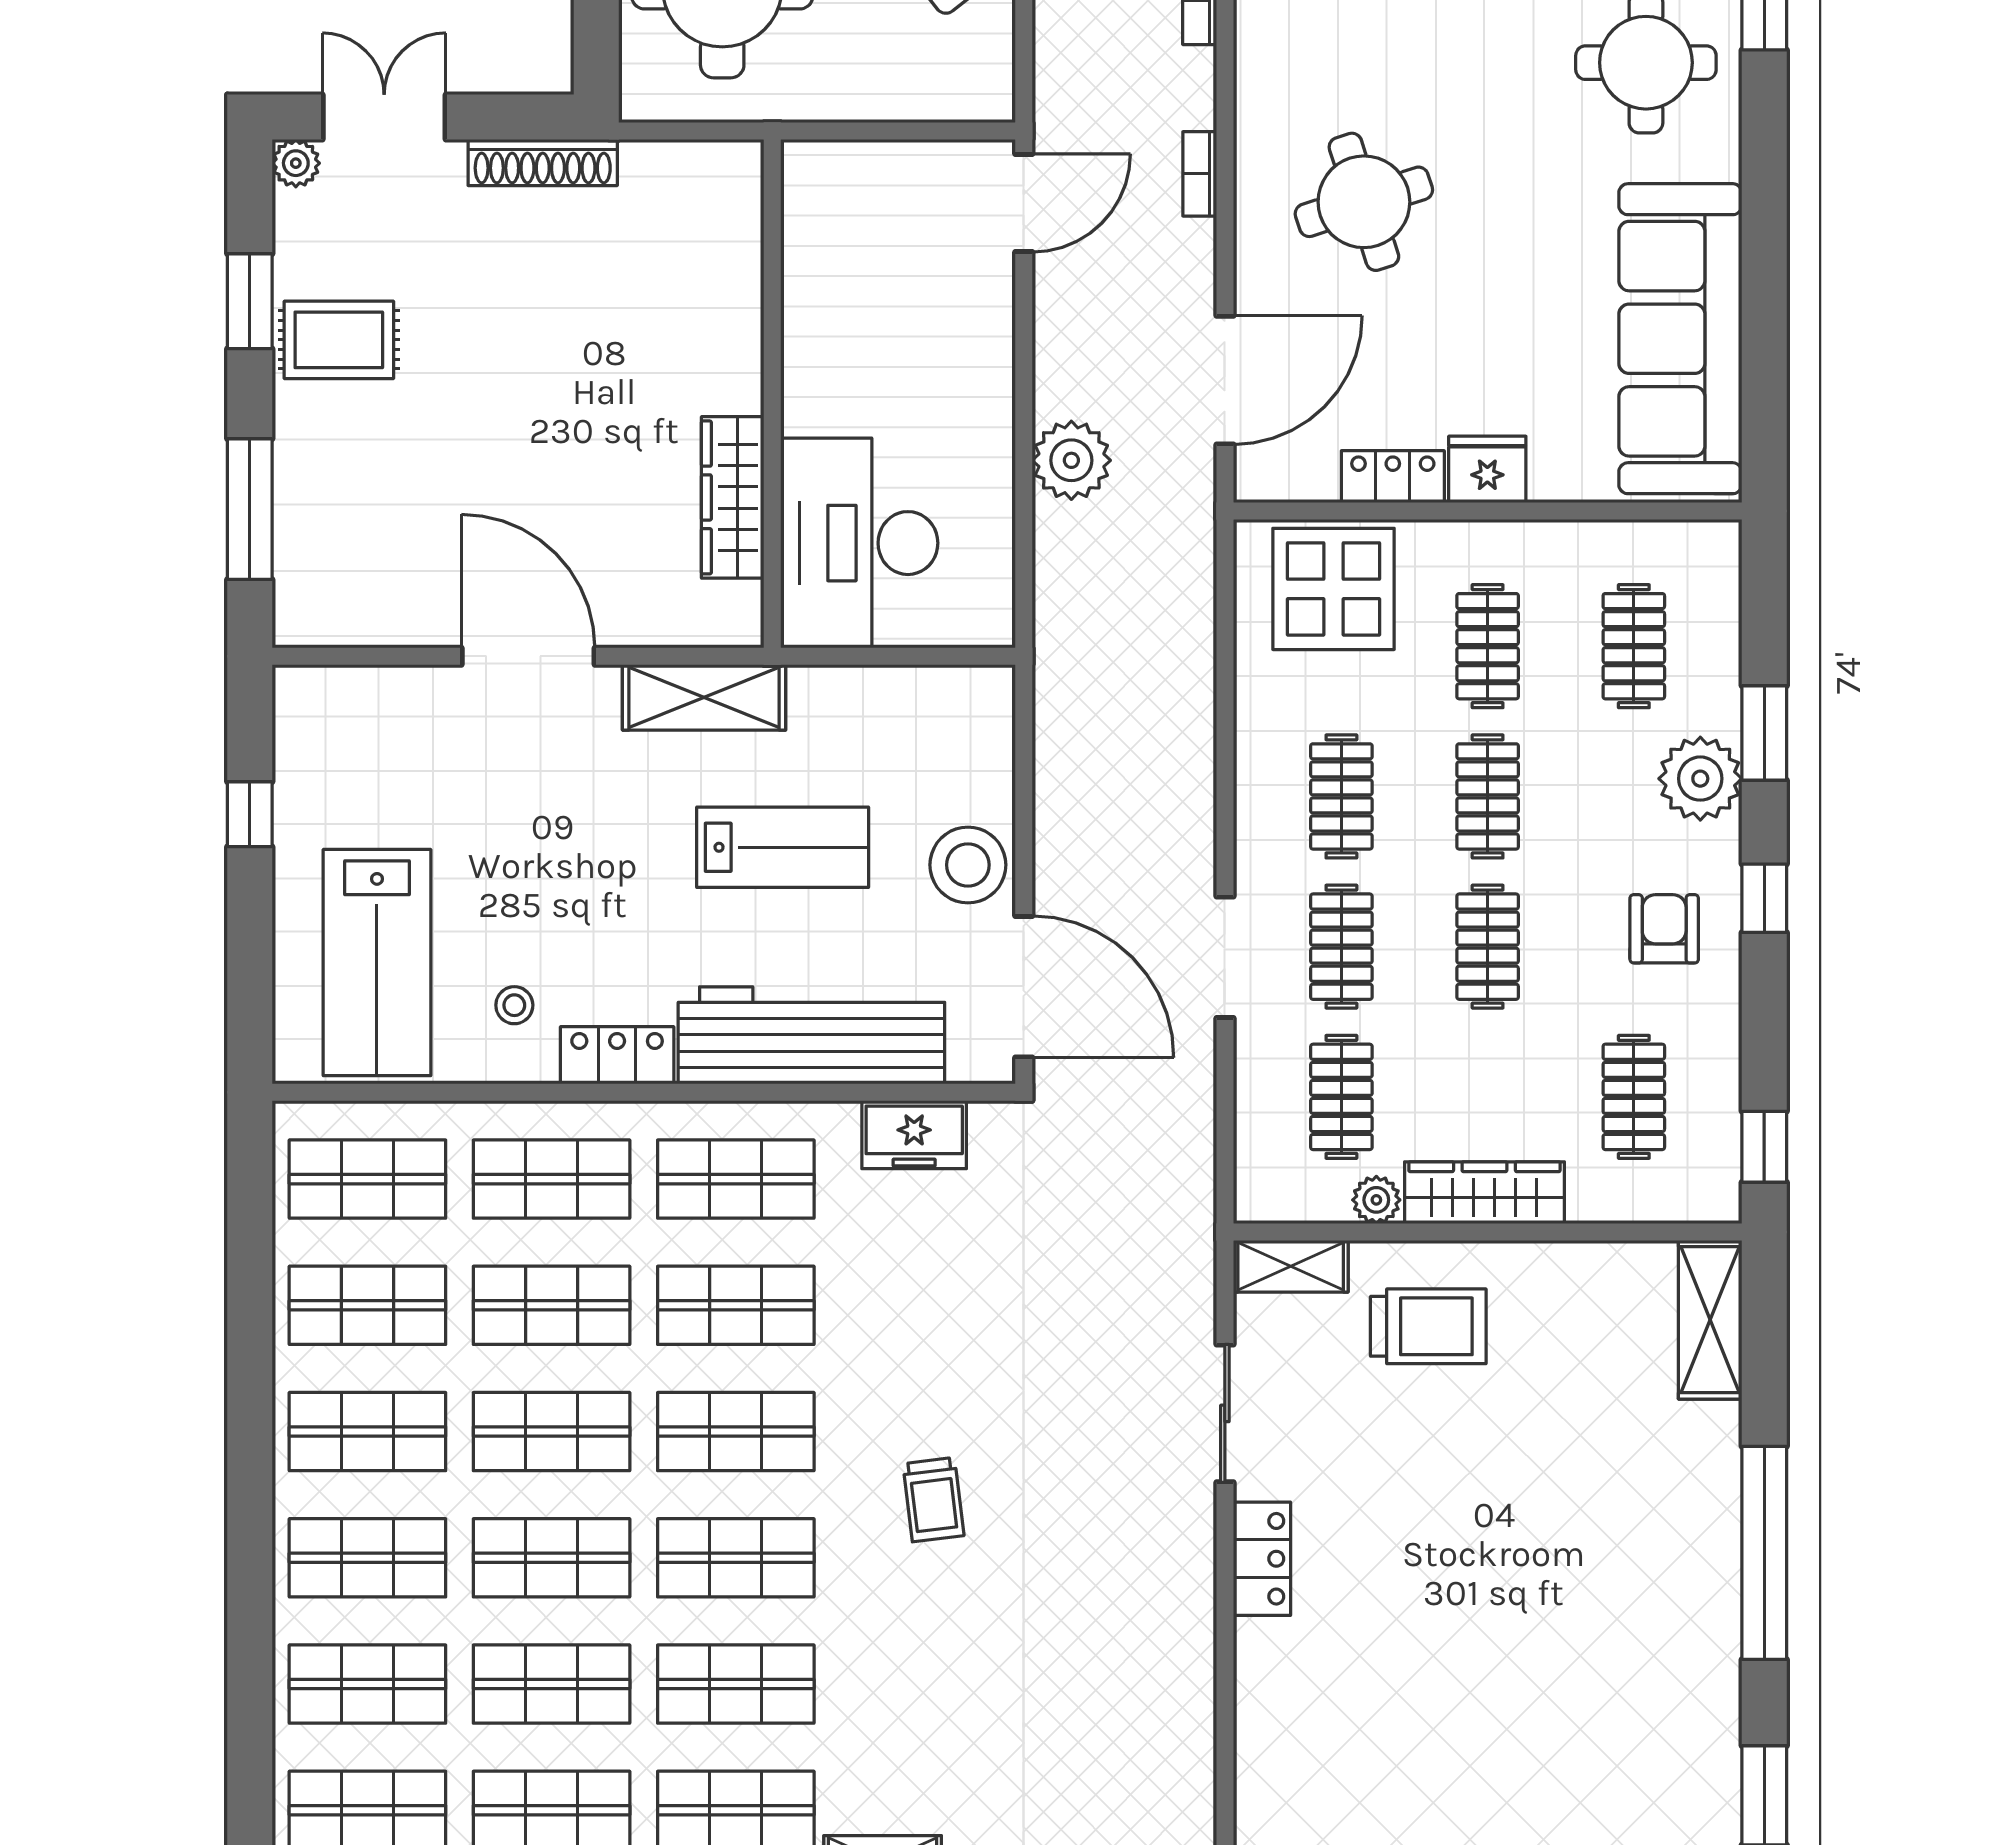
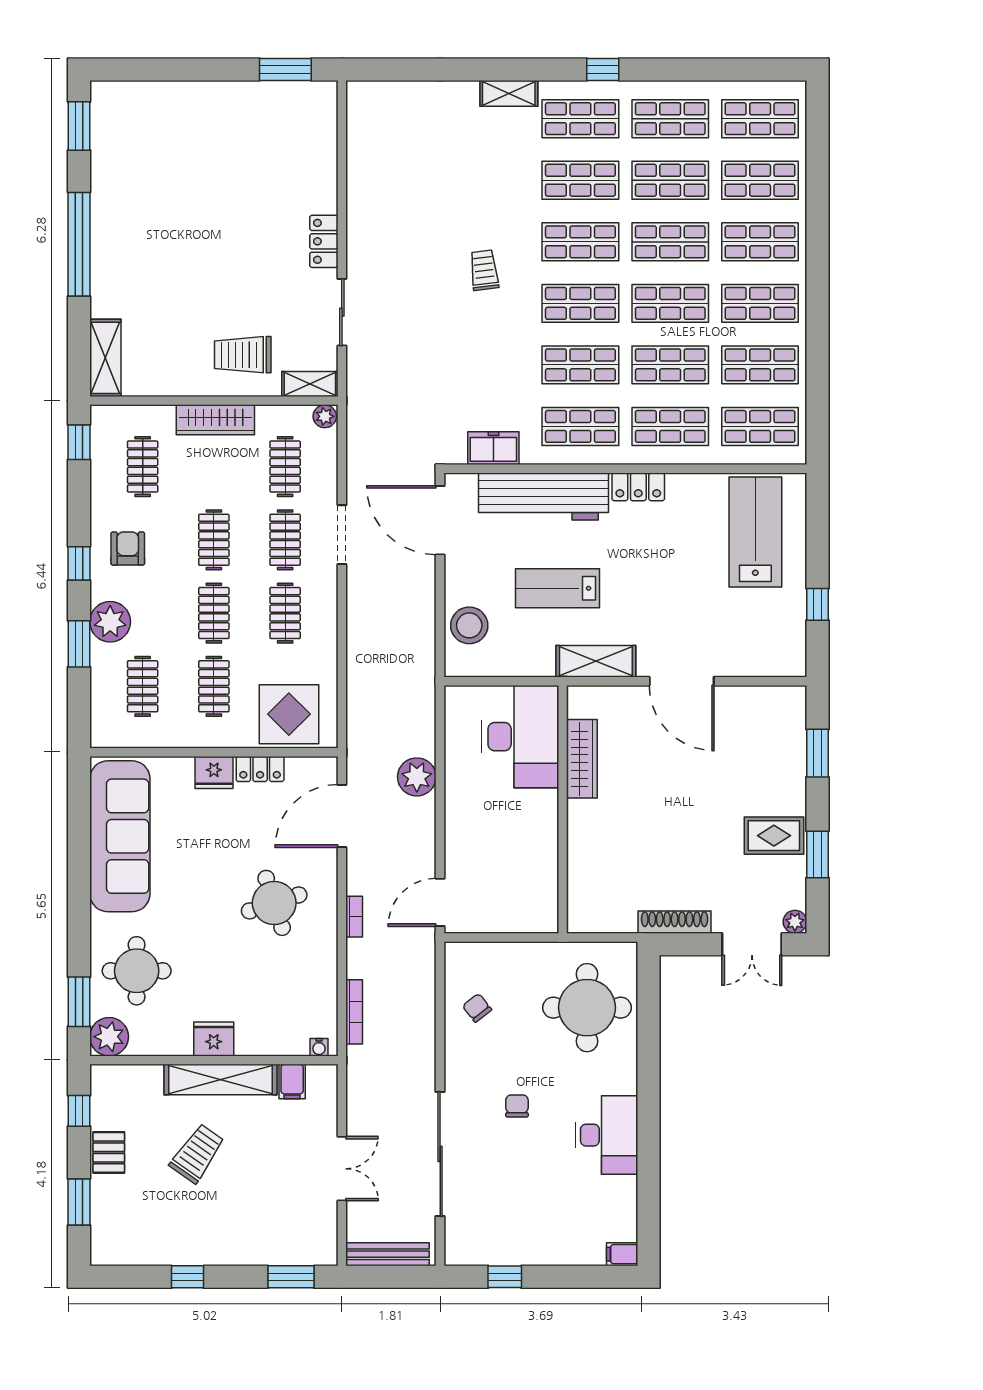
window: (250, 509) -> (817, 753), width x0.69
stool: (968, 865) -> (469, 625), moved
armchair: (1664, 929) -> (128, 548), turned 180
stool: (514, 1005) -> (688, 511), removed
plant: (1376, 1200) -> (325, 416), moved

